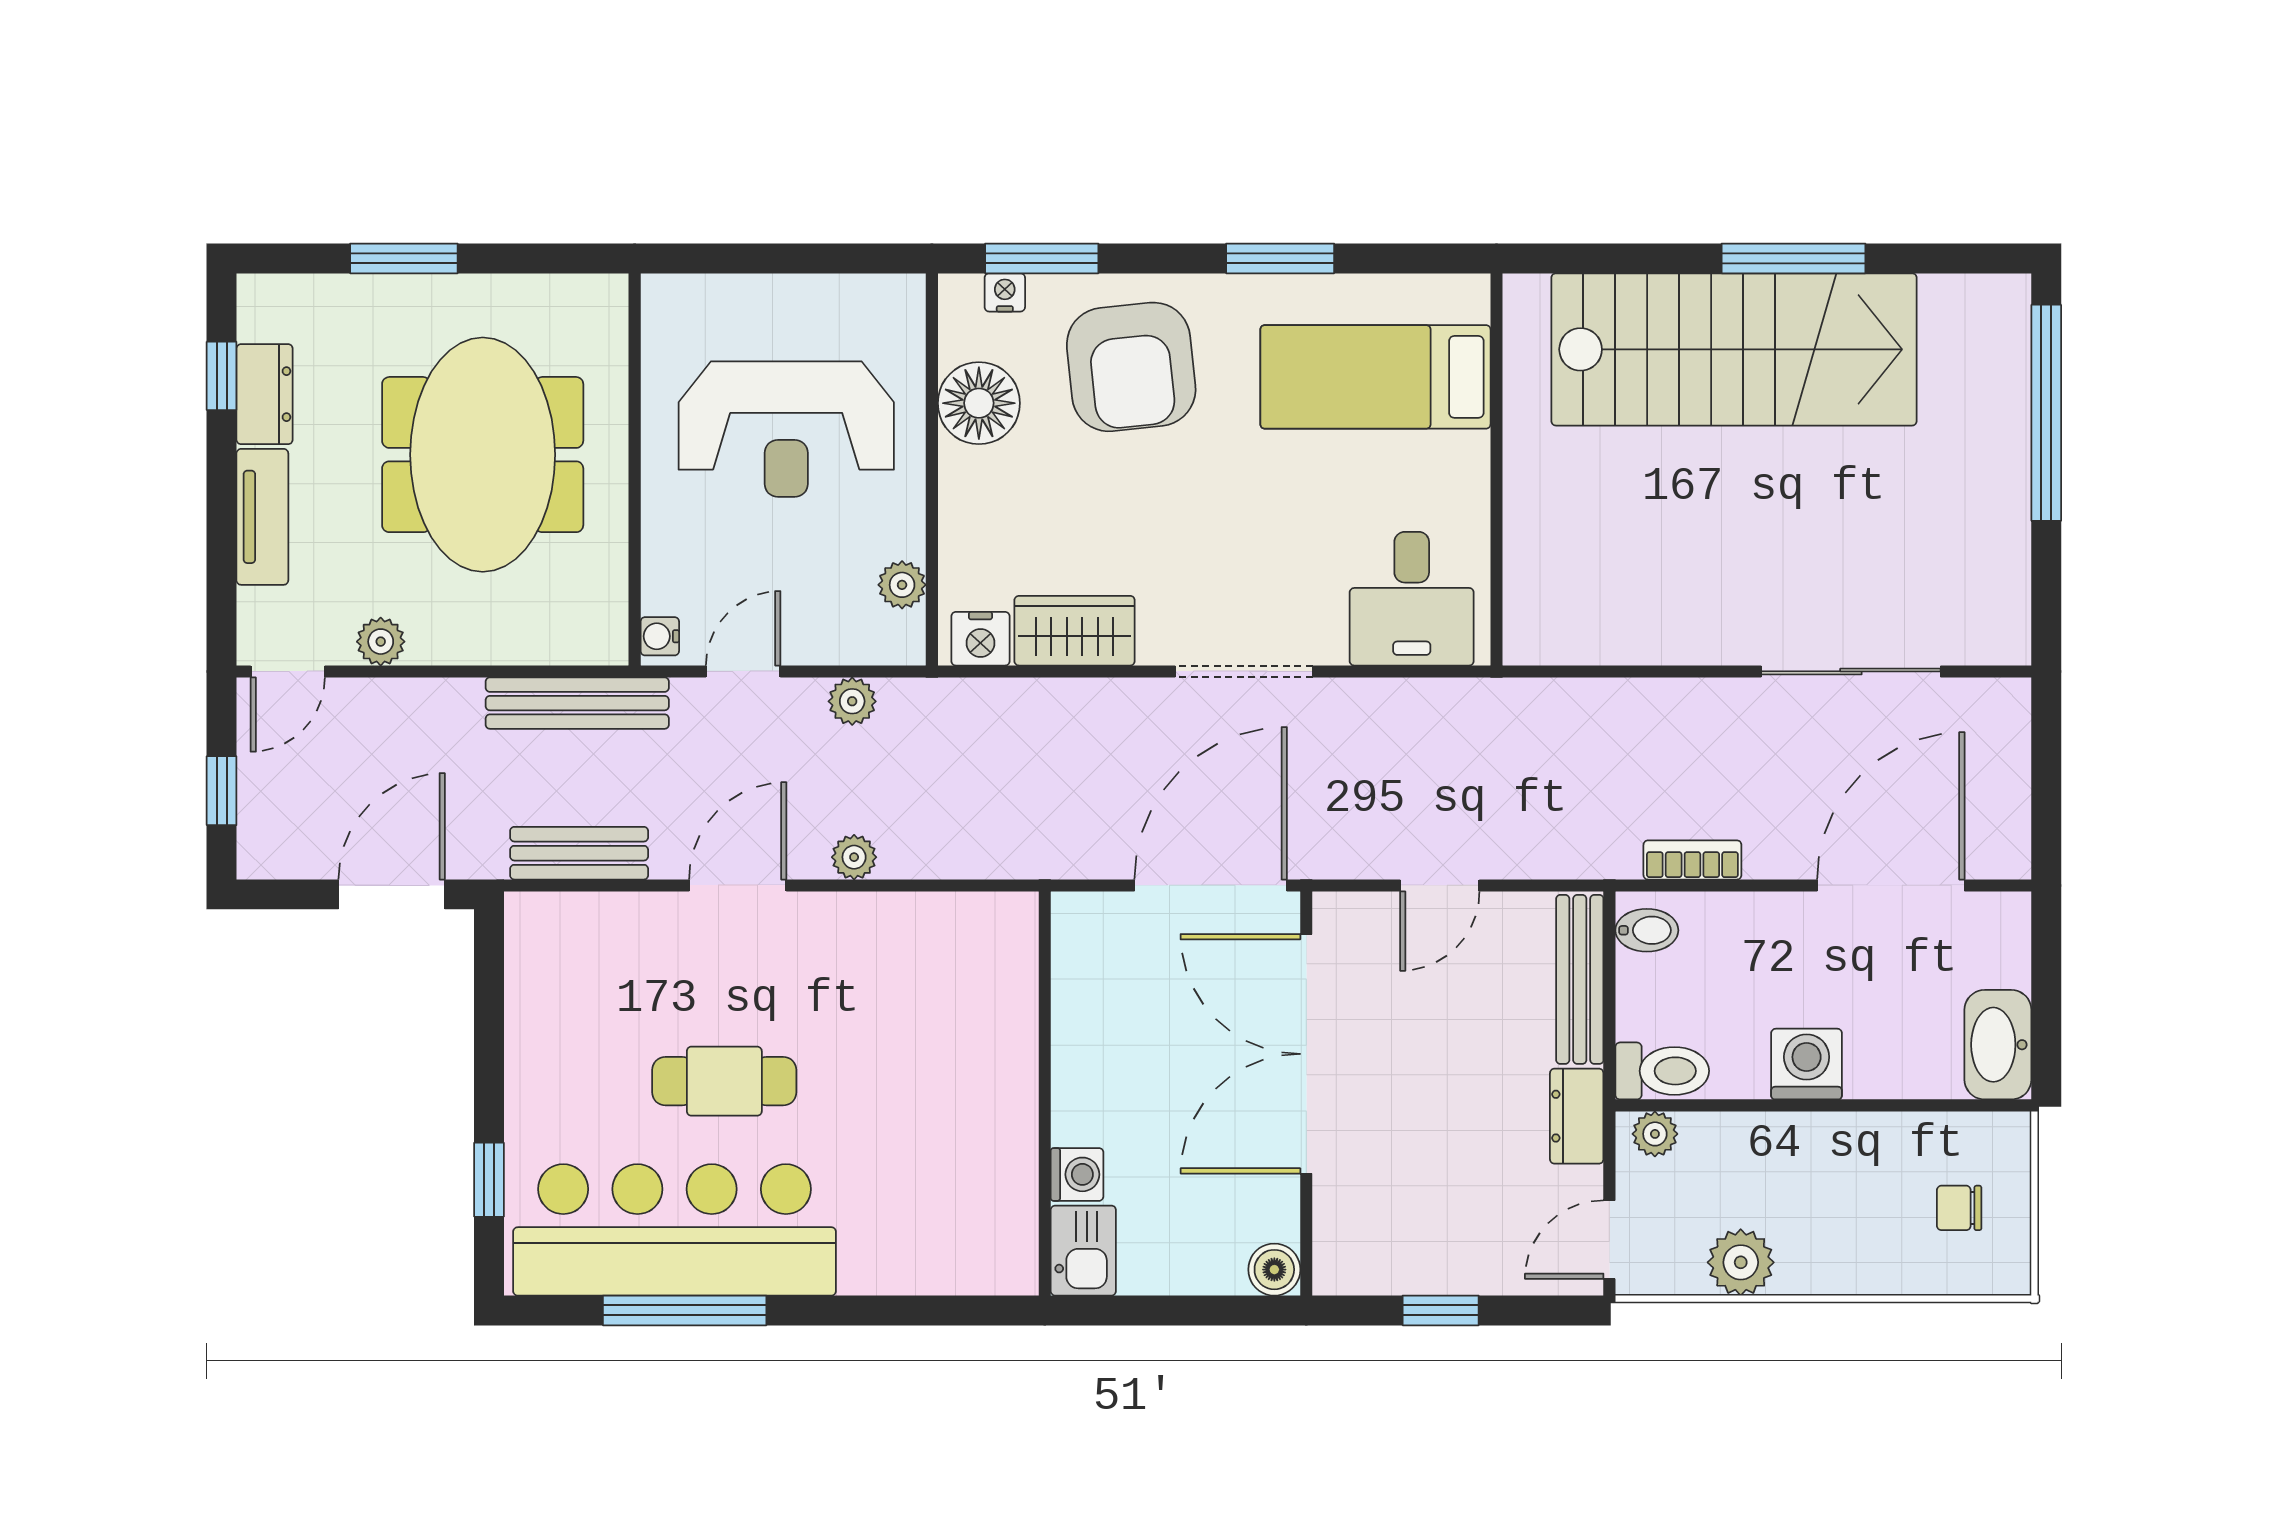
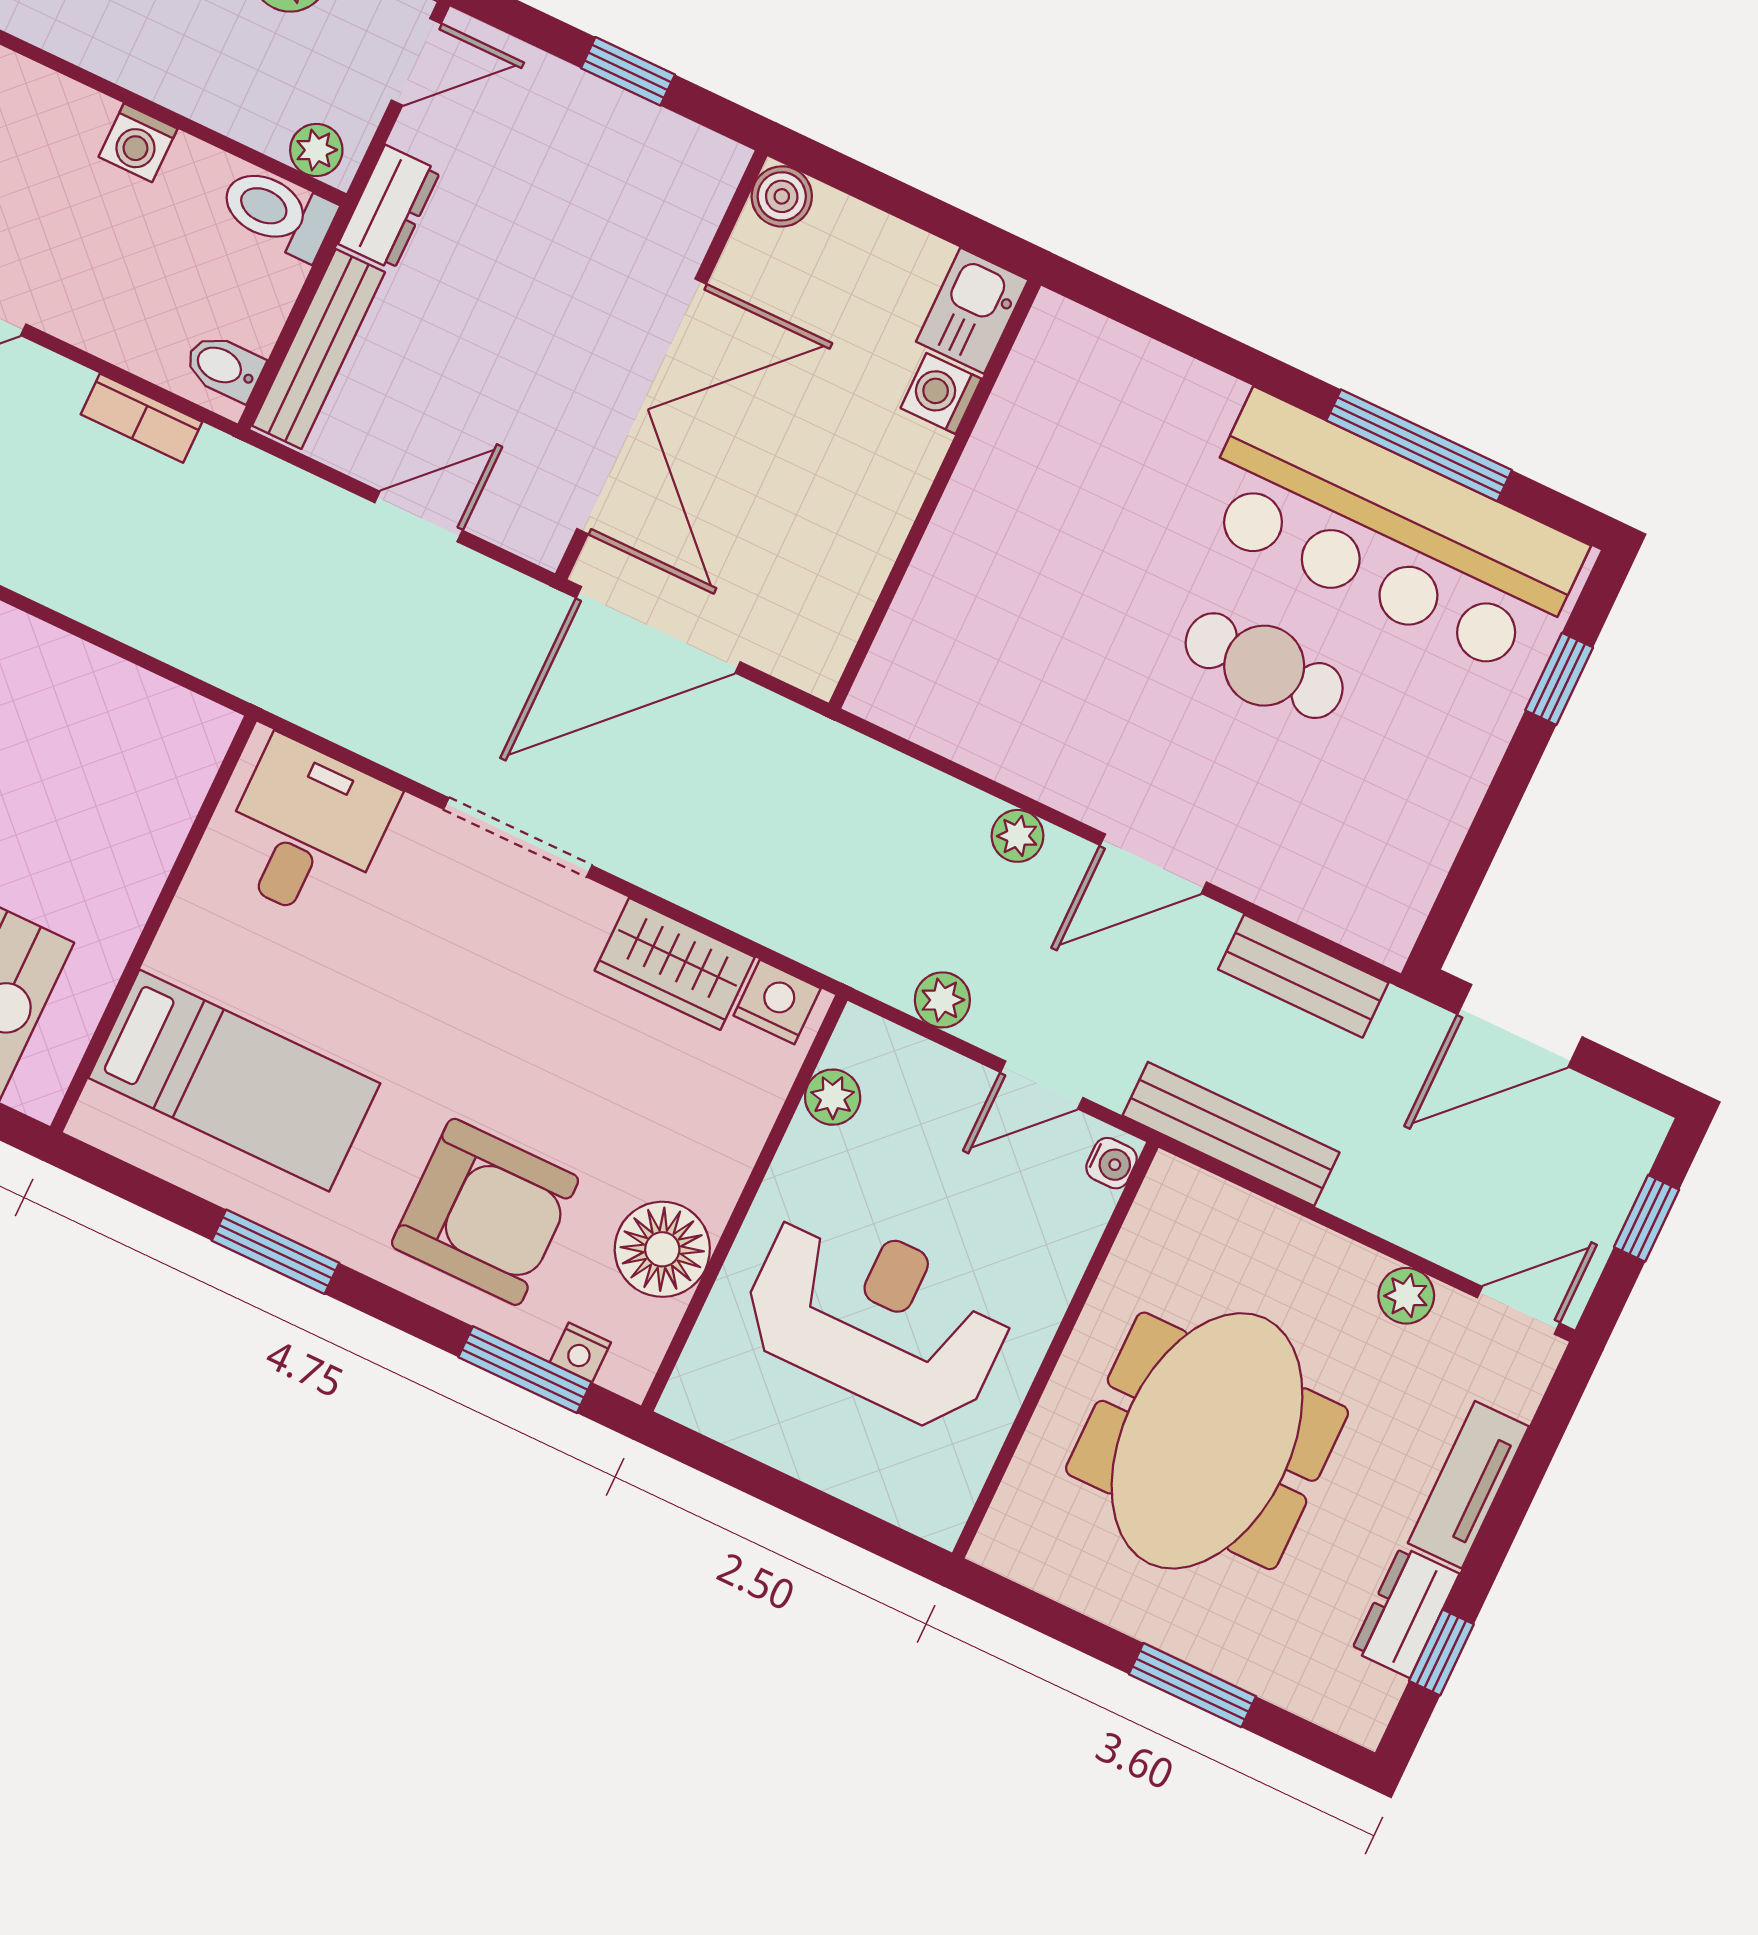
armchair: (1131, 367) -> (485, 1212), turned 96
washing machine: (1807, 1064) -> (138, 143), width x0.73, depth x0.73

